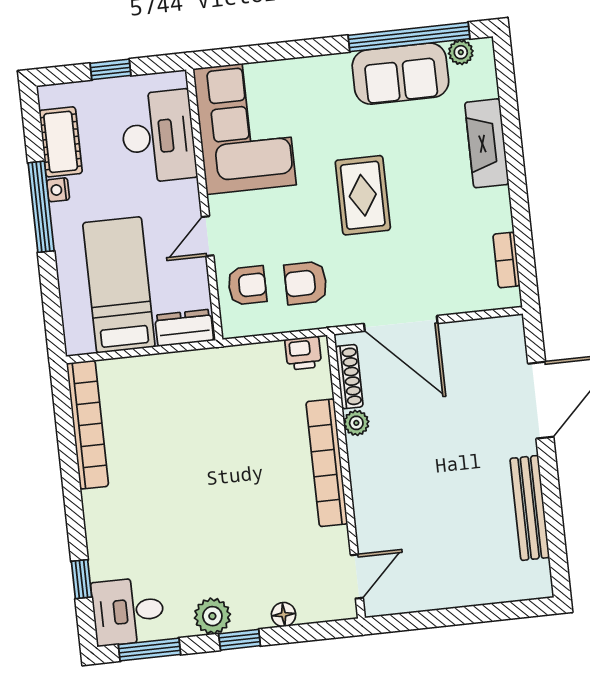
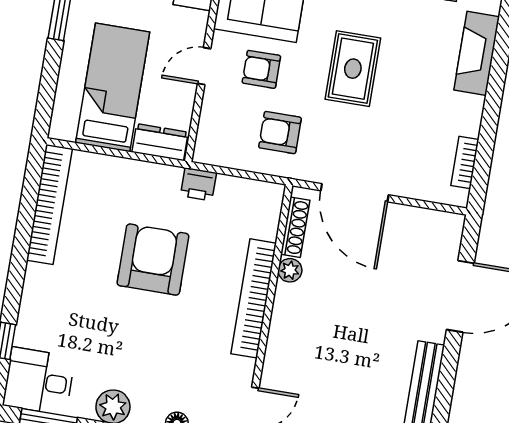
armchair: (247, 285) -> (261, 69), moved, turned 180
printer: (303, 353) -> (198, 184), moved
armchair: (211, 452) -> (153, 260), added

